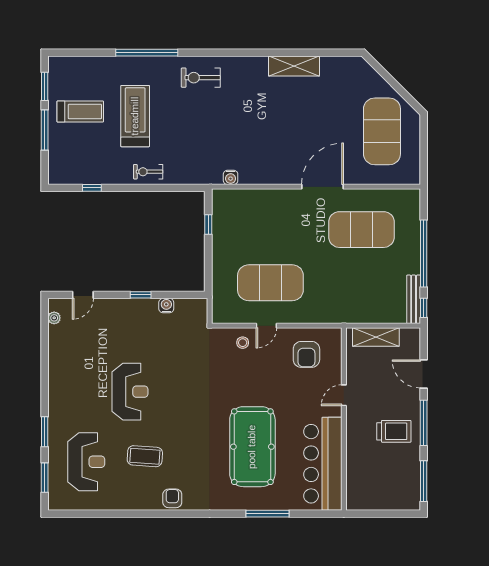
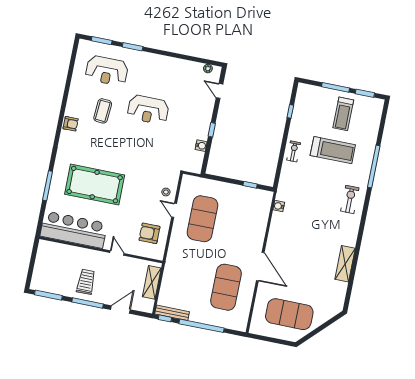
trolley: (394, 431) -> (86, 282), turned 180

